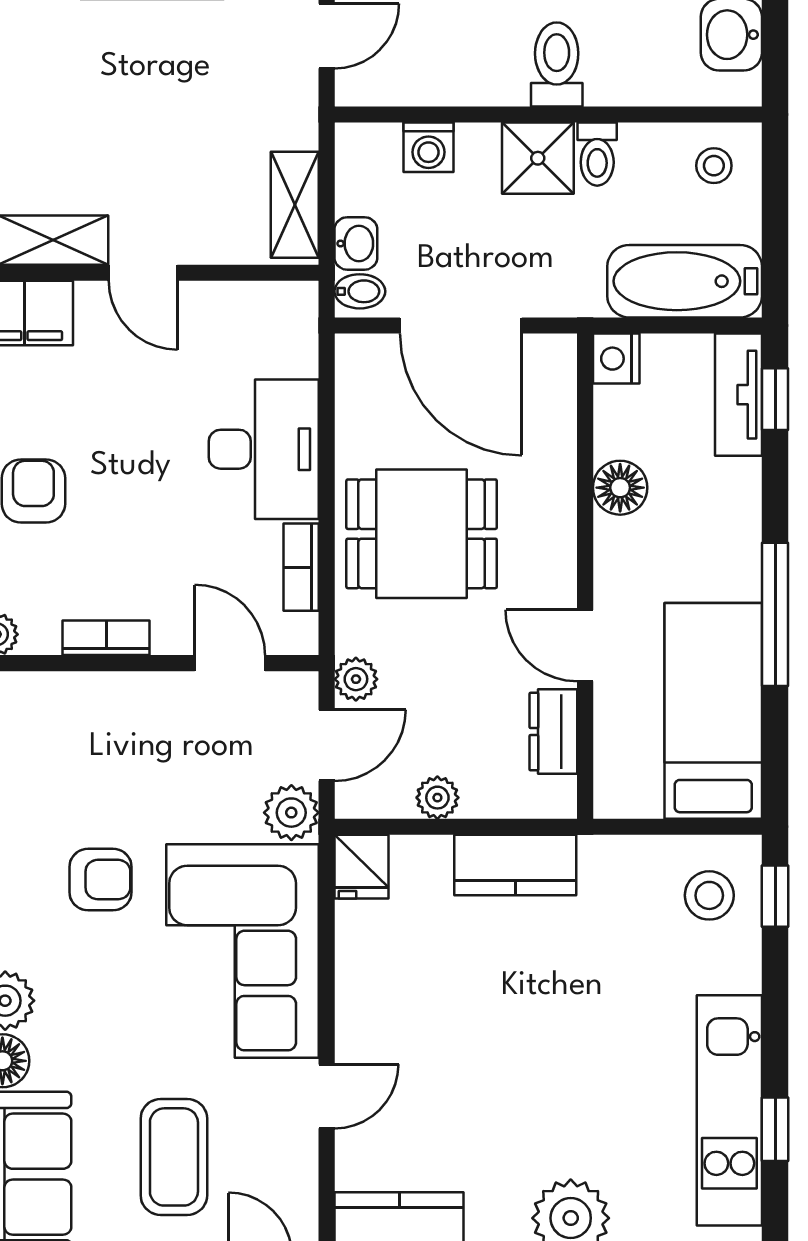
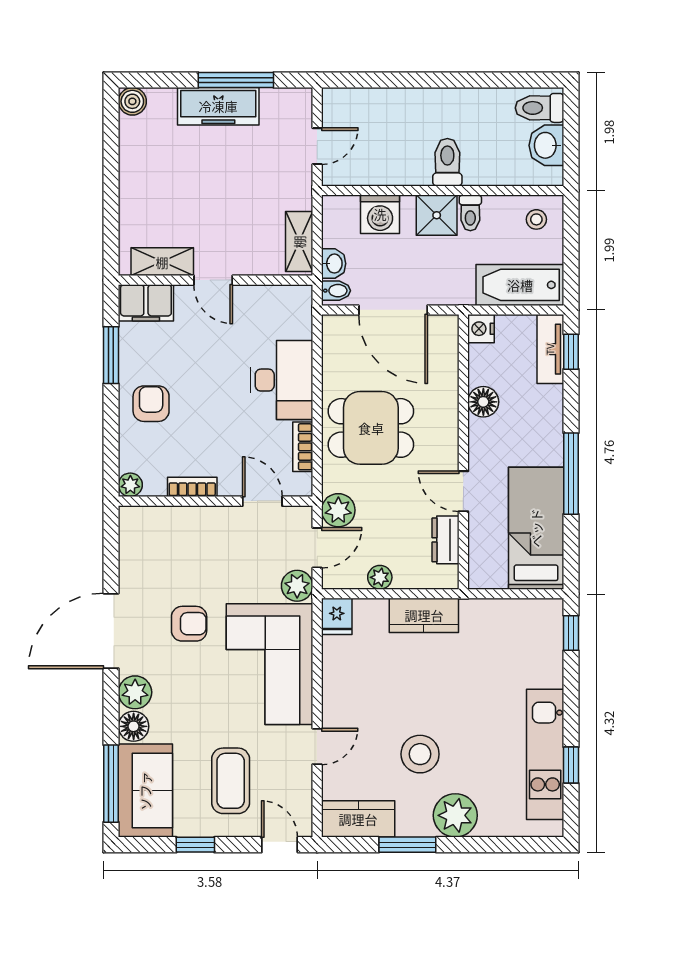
washing machine: (429, 147) -> (380, 214), width x1.38, depth x1.38
plant: (356, 679) -> (338, 510), width x1.38, depth x1.38
stool: (709, 895) -> (420, 754), moved, width x1.38, depth x1.38

